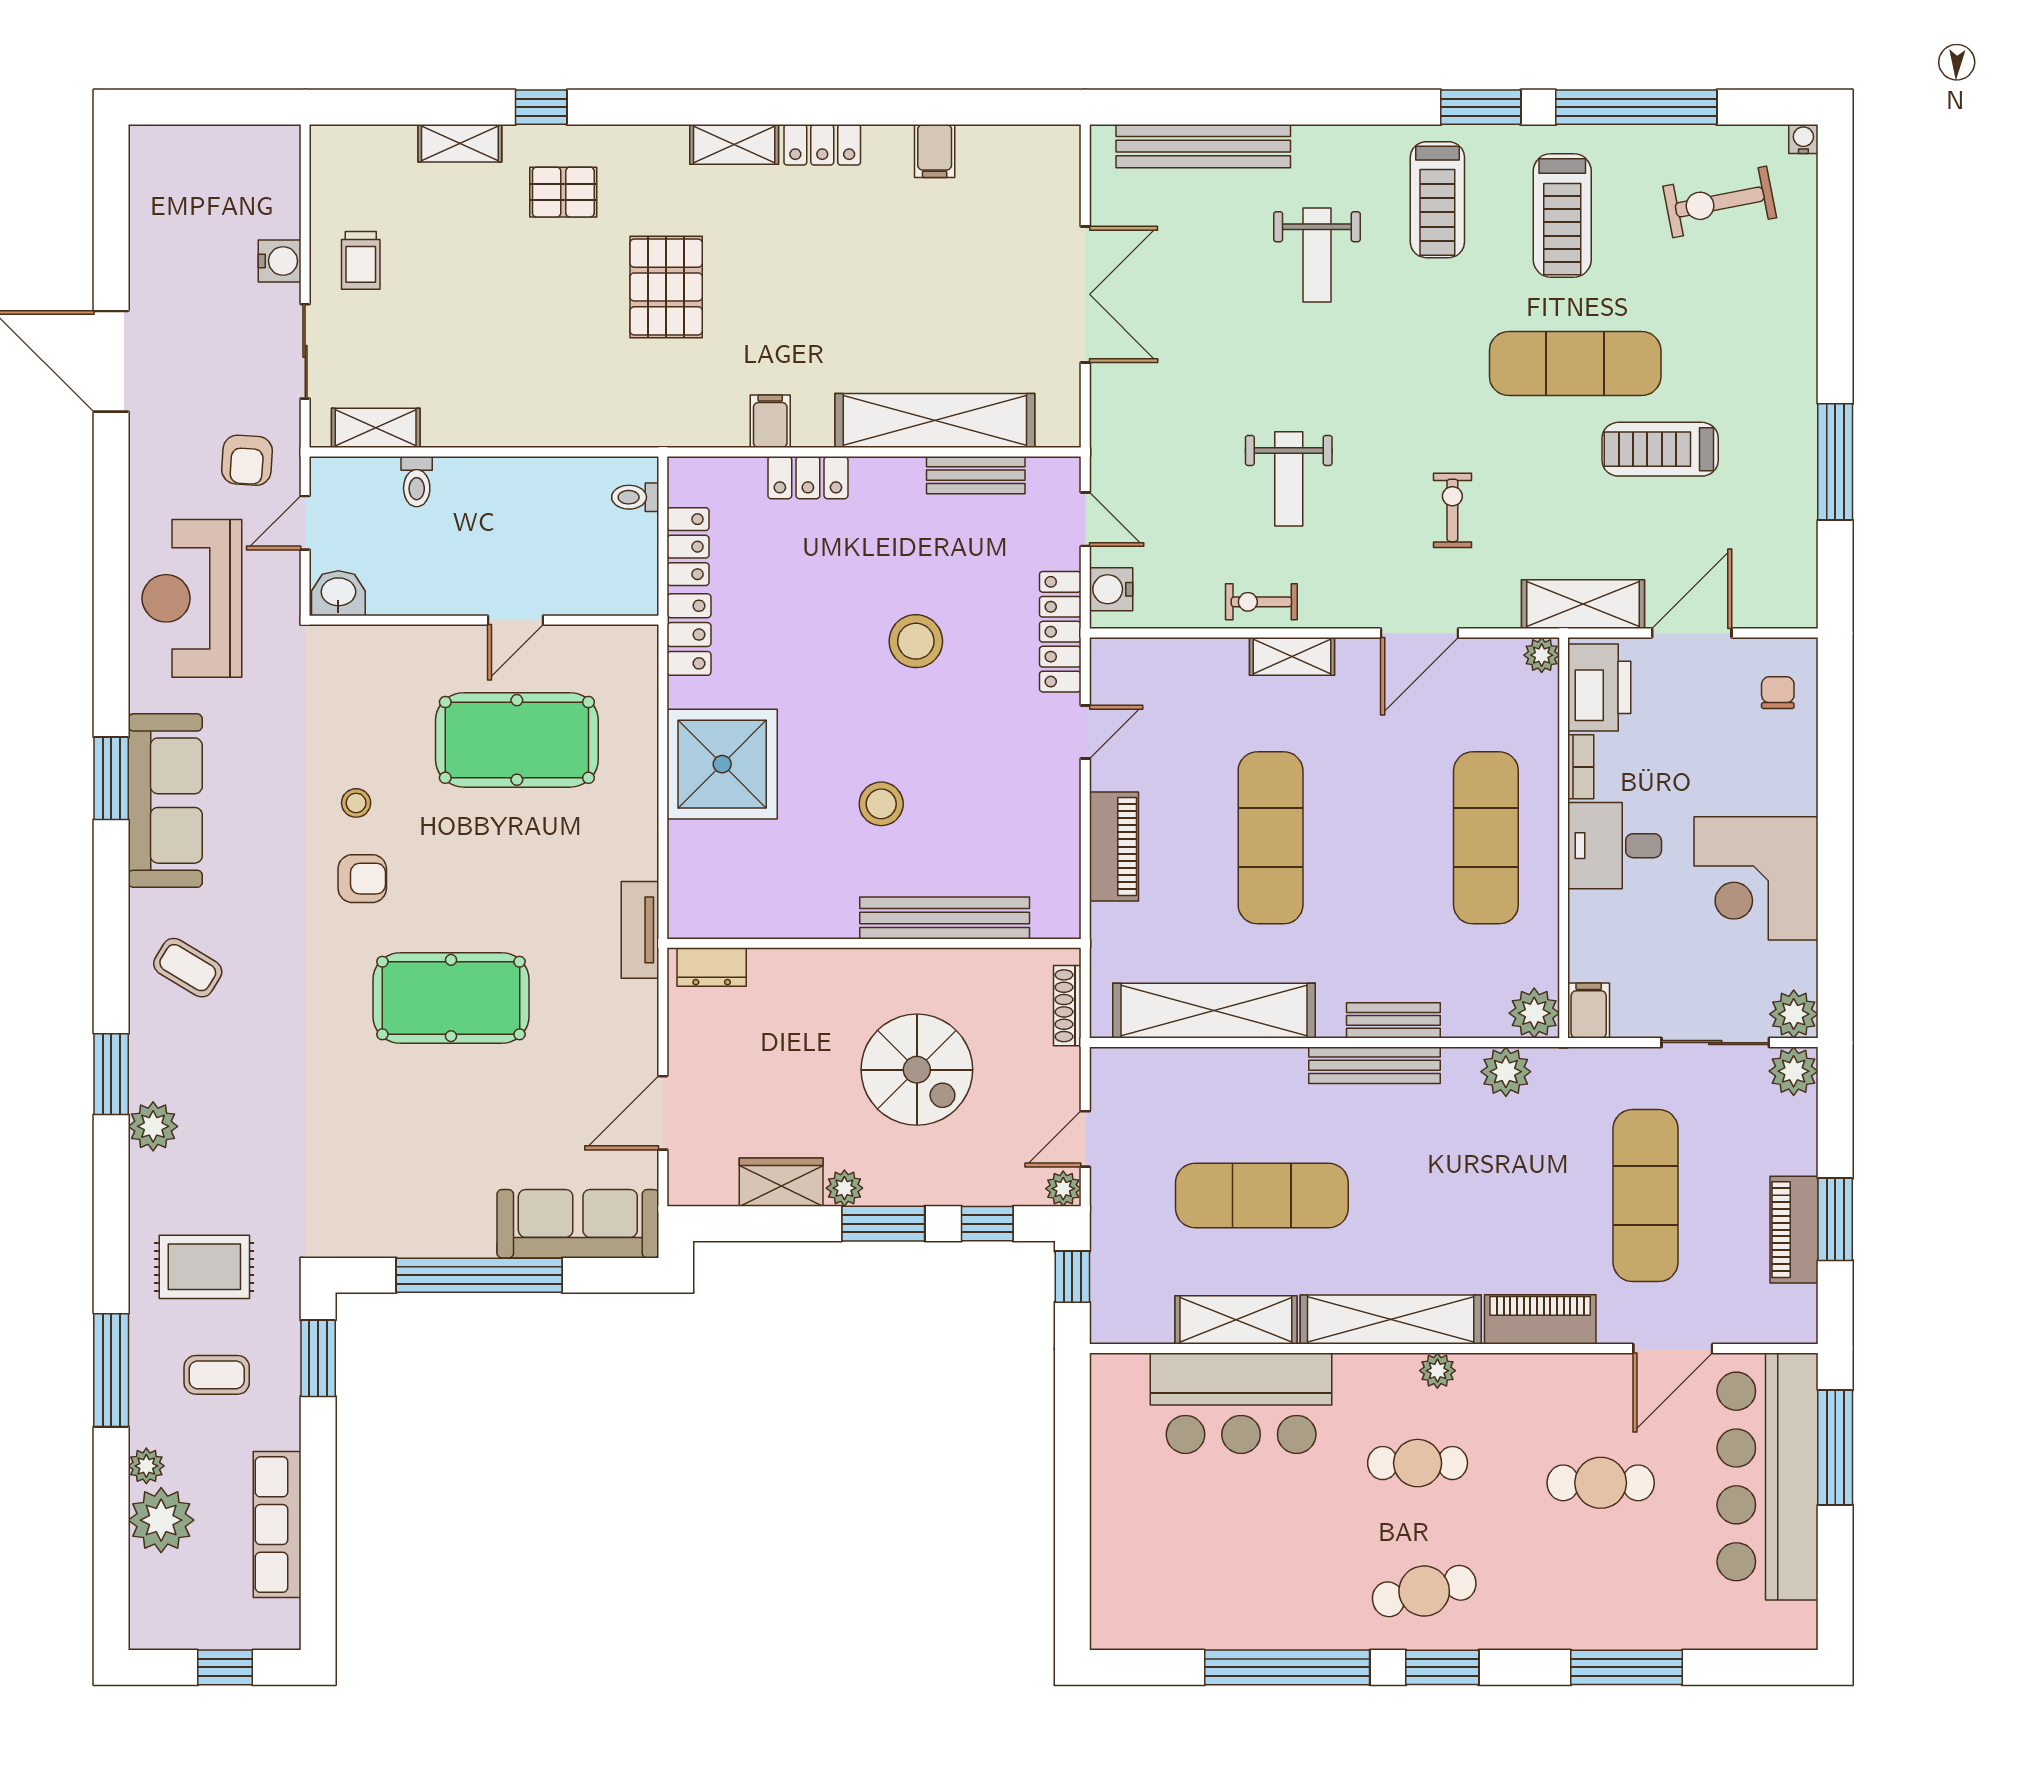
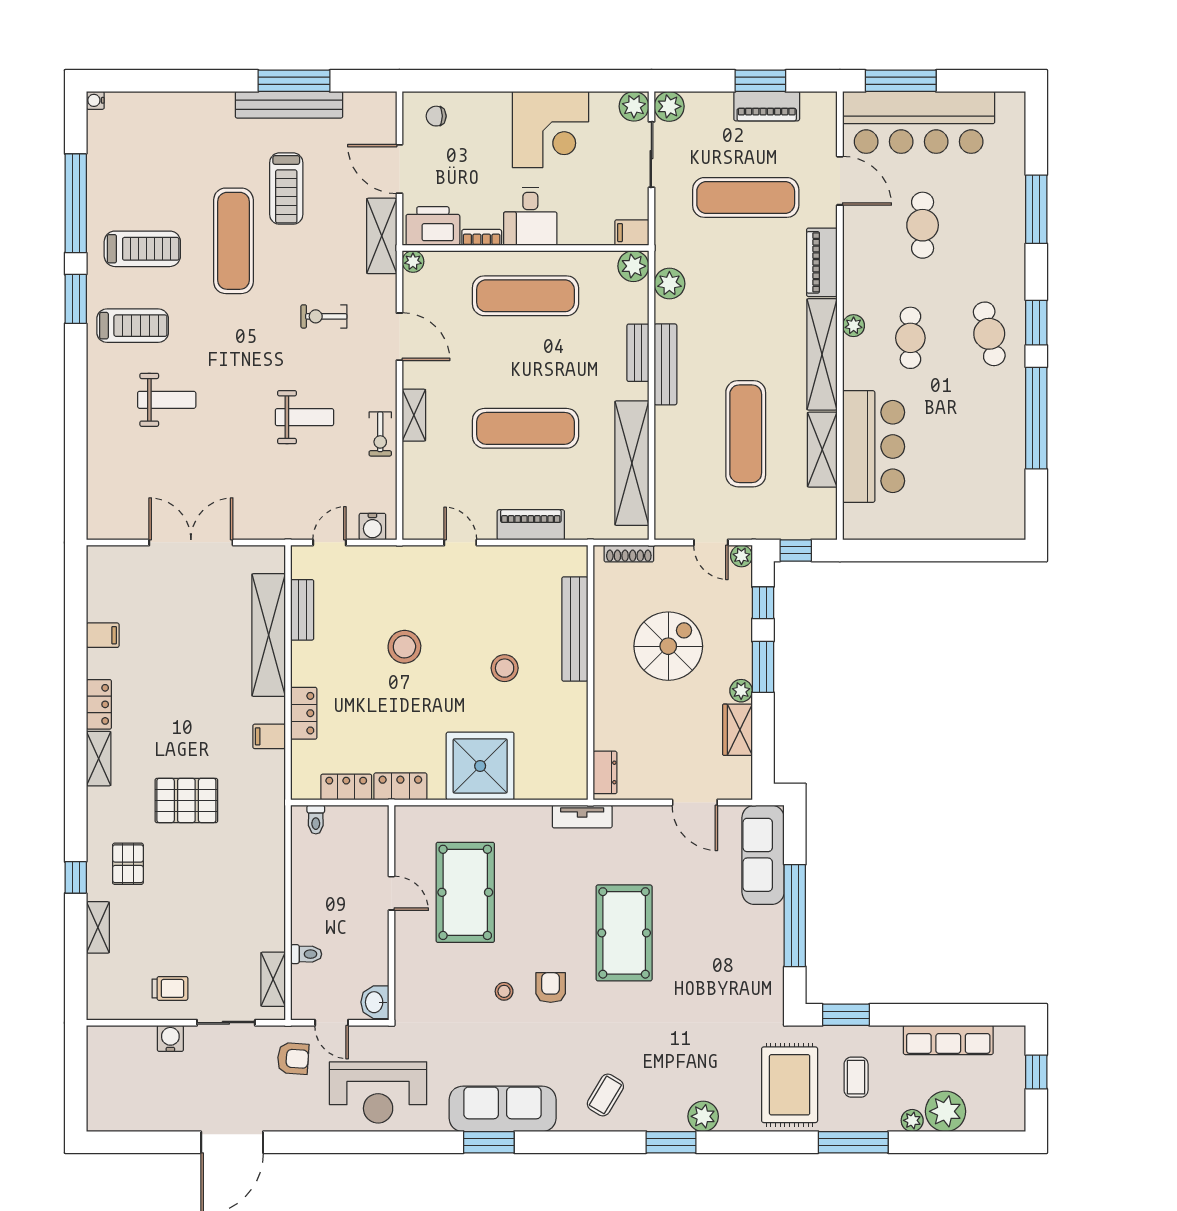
bench: (1203, 146) -> (289, 105), moved, turned 90
exercise bike: (1720, 202) -> (134, 152), removed
locker: (1060, 632) -> (399, 558), removed
rug: (204, 1267) -> (790, 1085), width x1.36, depth x1.43

